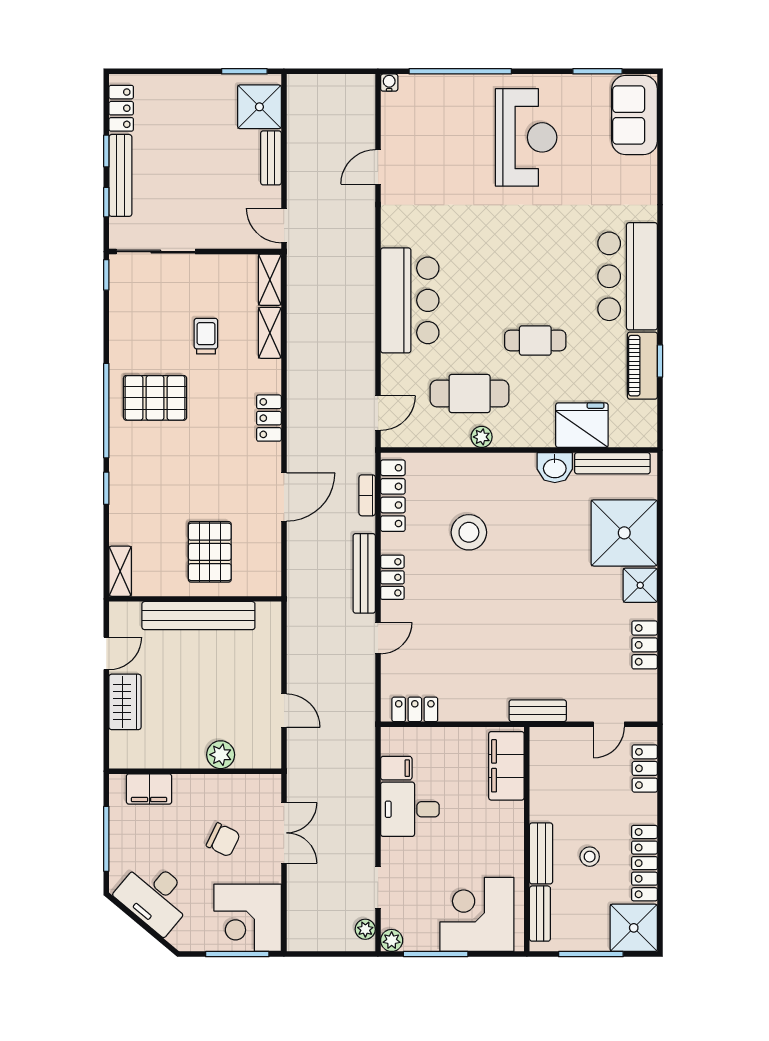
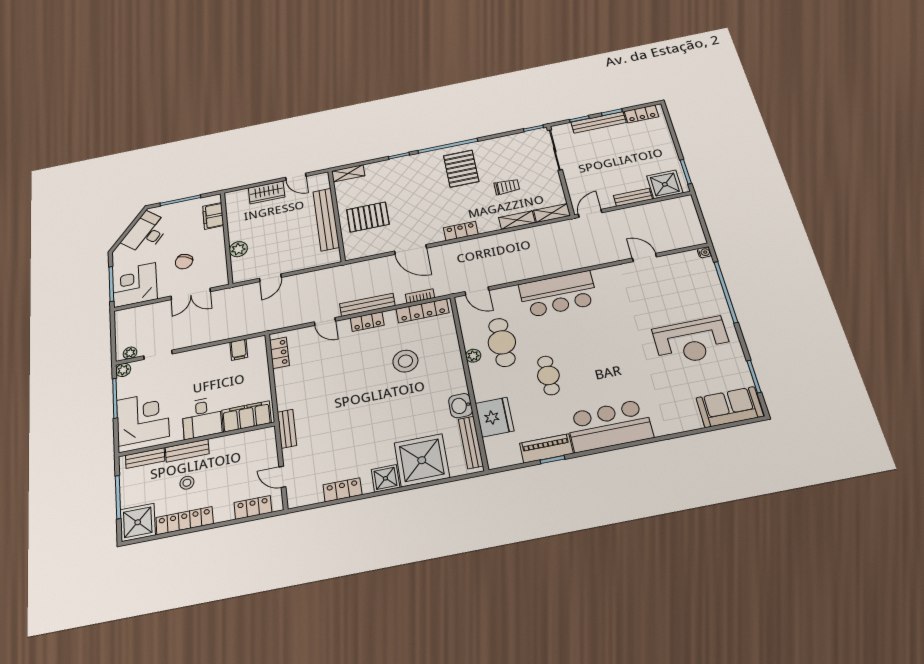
desk: (410, 809) -> (202, 418), moved, turned 180

